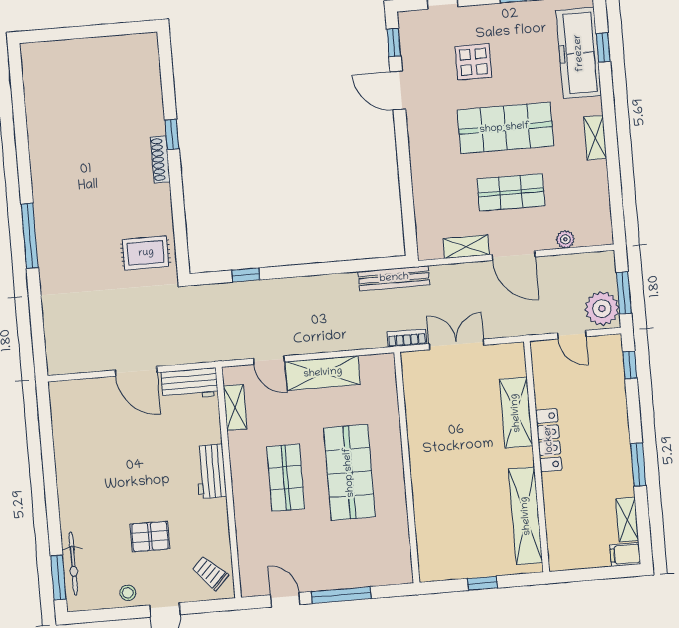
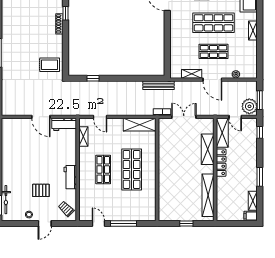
shelving: (323, 373) -> (140, 125), moved
shelving: (546, 373) -> (222, 133), added
workbench: (211, 471) -> (70, 177), moved

